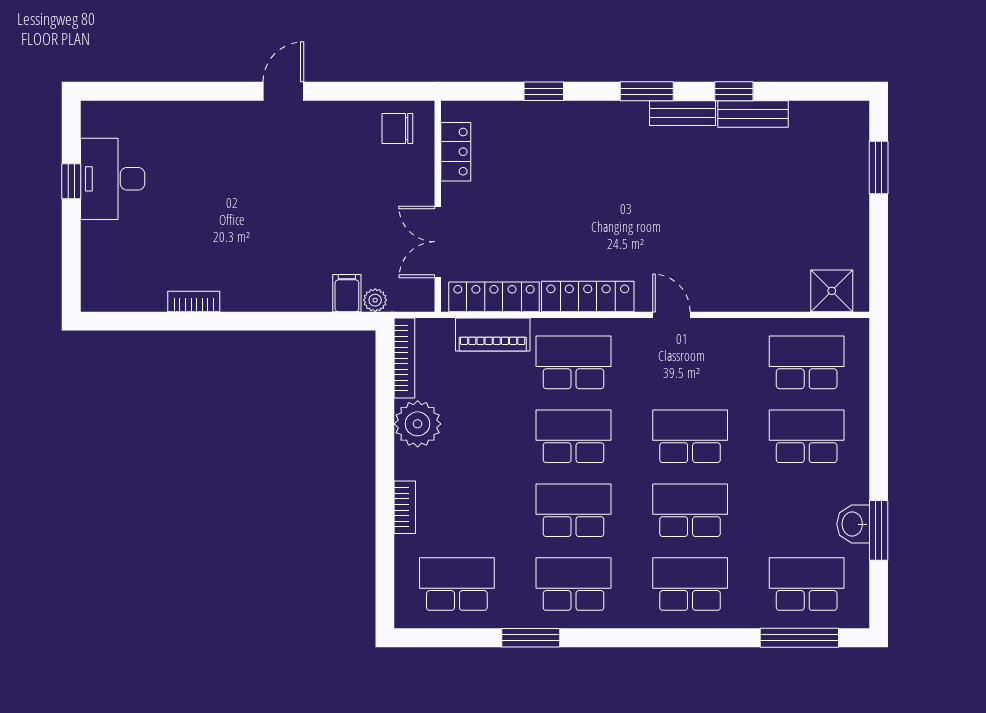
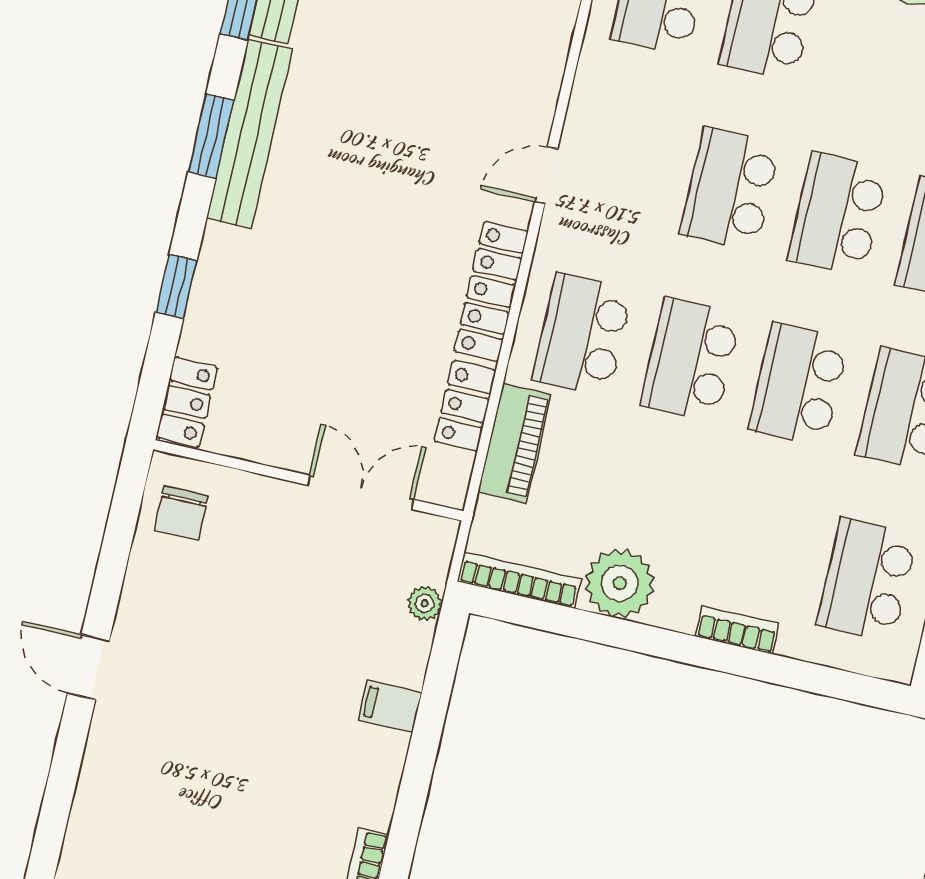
bench: (682, 113) -> (249, 134), width x1.86, depth x1.21
locker: (456, 152) -> (187, 402), moved, turned 90
double door: (438, 242) -> (361, 492), swing flipped
filing cabinet: (347, 293) -> (390, 706), moved
locker: (494, 297) -> (465, 406), width x0.66

